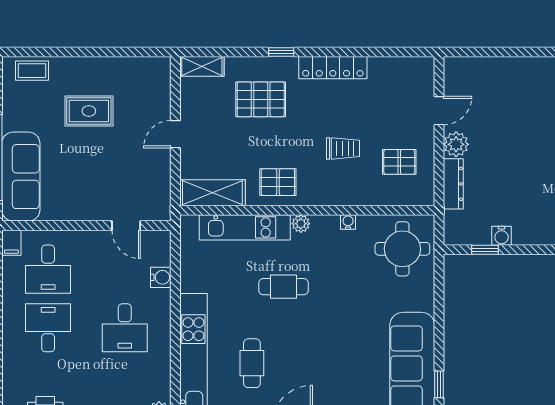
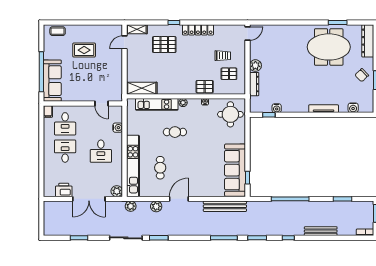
door: (439, 111) -> (247, 34), moved
door: (175, 134) -> (124, 42), moved
trolley: (343, 148) -> (223, 56), moved
pallet: (278, 182) -> (205, 87), moved

